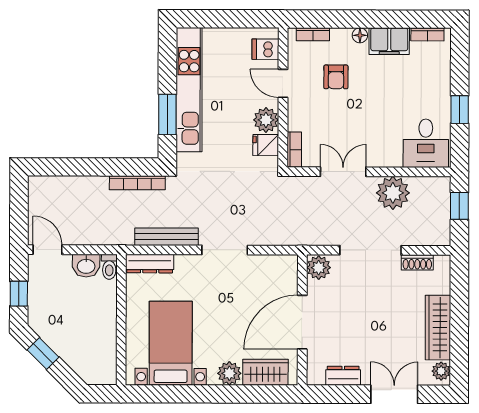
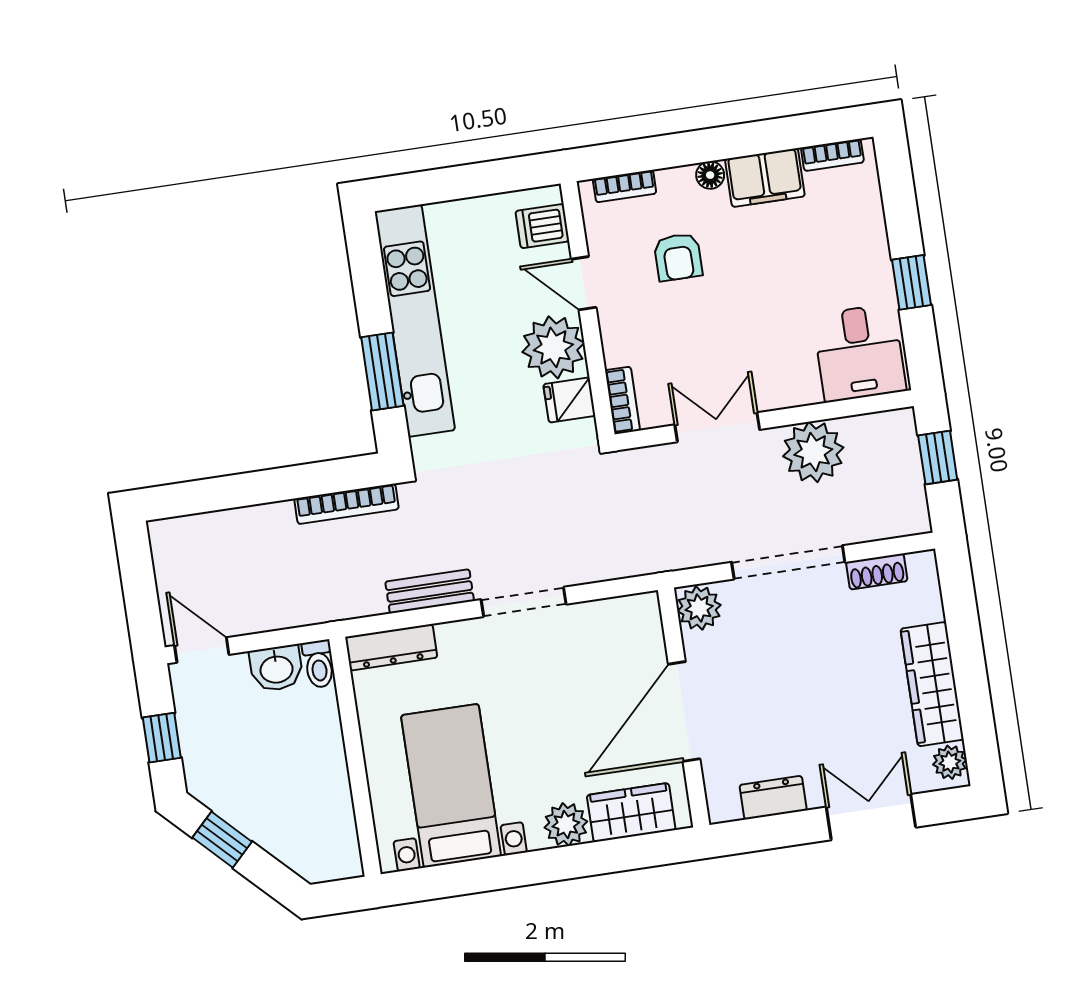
plant: (266, 120) -> (553, 347), width x1.36, depth x1.36
bench: (167, 237) -> (430, 591), width x0.73

